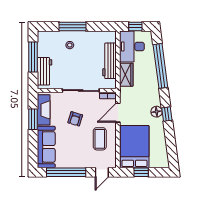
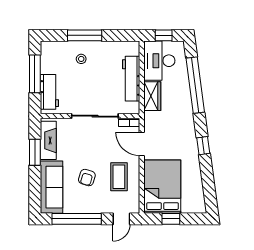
floor lamp: (157, 112) -> (190, 143), removed
door: (118, 113) -> (142, 144), hinge flipped
armchair: (75, 119) -> (87, 178), moved

